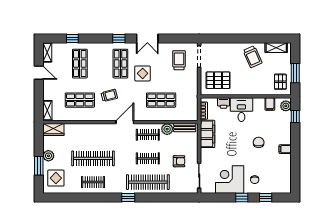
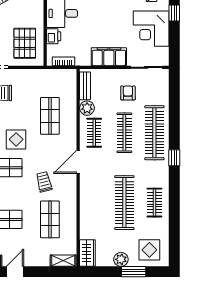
door: (125, 122) -> (78, 162), hinge flipped
filing cabinet: (208, 134) -> (109, 57), moved
clothes rail: (148, 158) -> (124, 133), width x1.36

